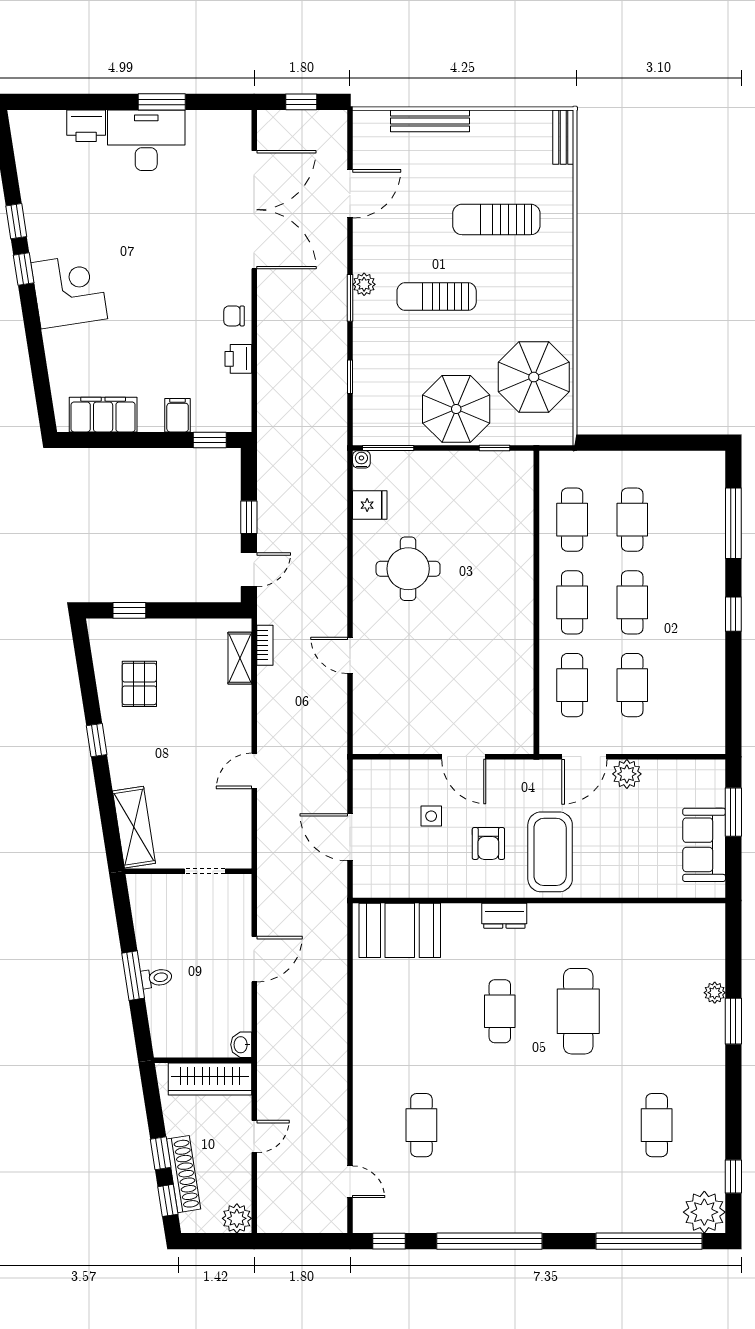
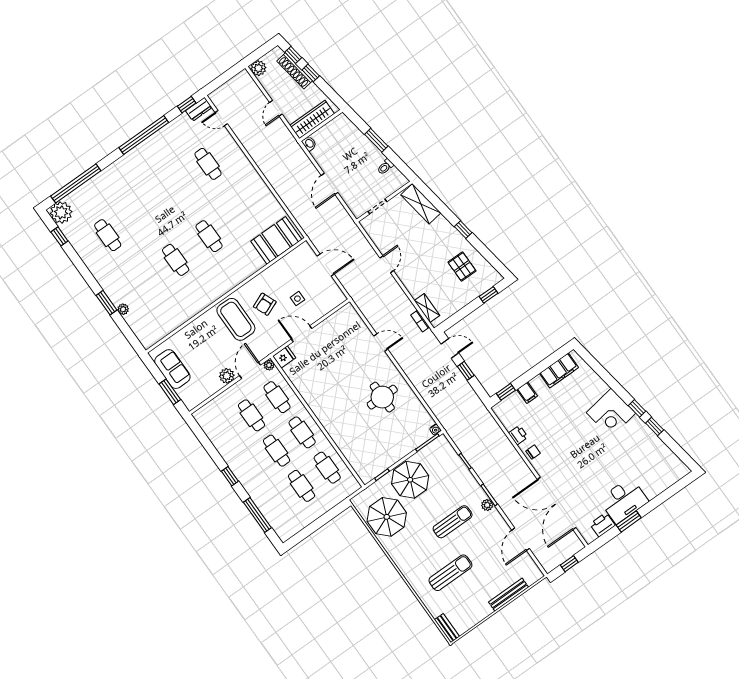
printer: (86, 126) -> (602, 525), moved
fridge: (370, 505) -> (284, 357), moved, turned 180
door: (249, 570) -> (450, 348), swing flipped
plant: (549, 744) -> (269, 365), added
armchair: (488, 843) -> (265, 304), turned -112
dresser: (504, 916) -> (199, 109), moved, turned 180
toilet: (157, 978) -> (385, 167), moved
cafe table: (578, 1011) -> (176, 260), width x0.73, depth x0.74

